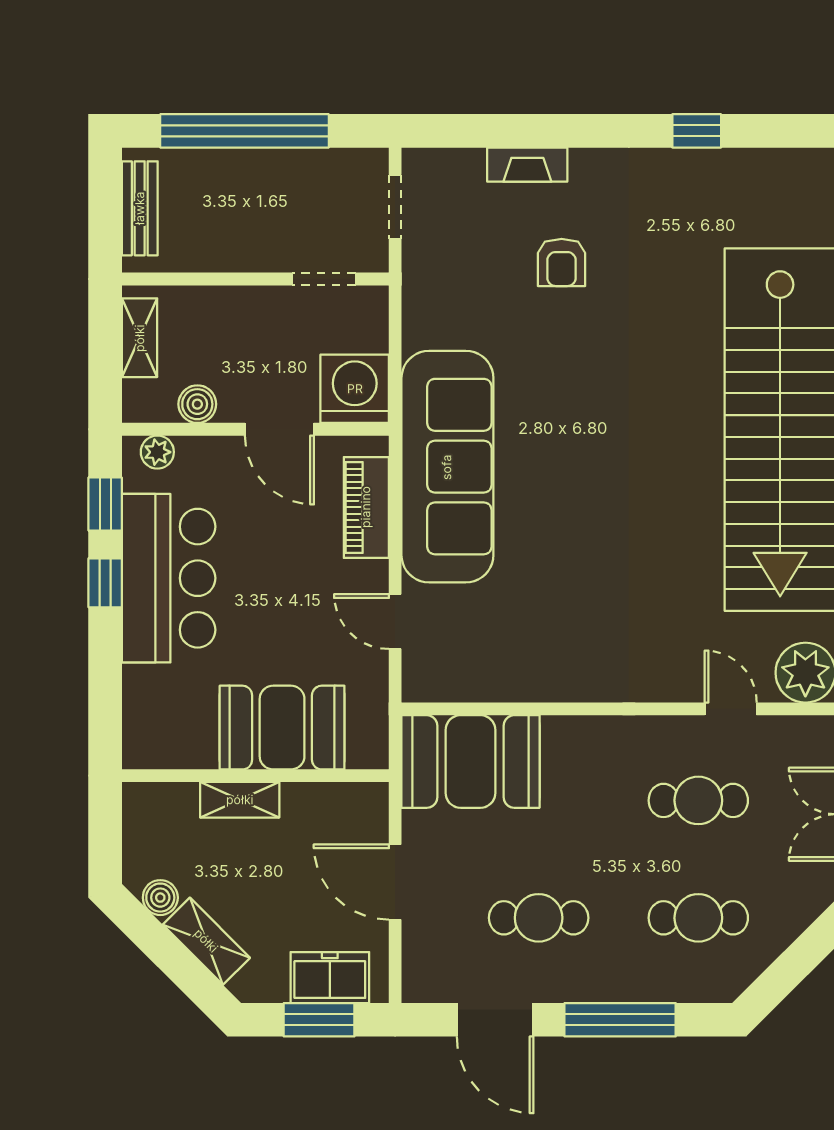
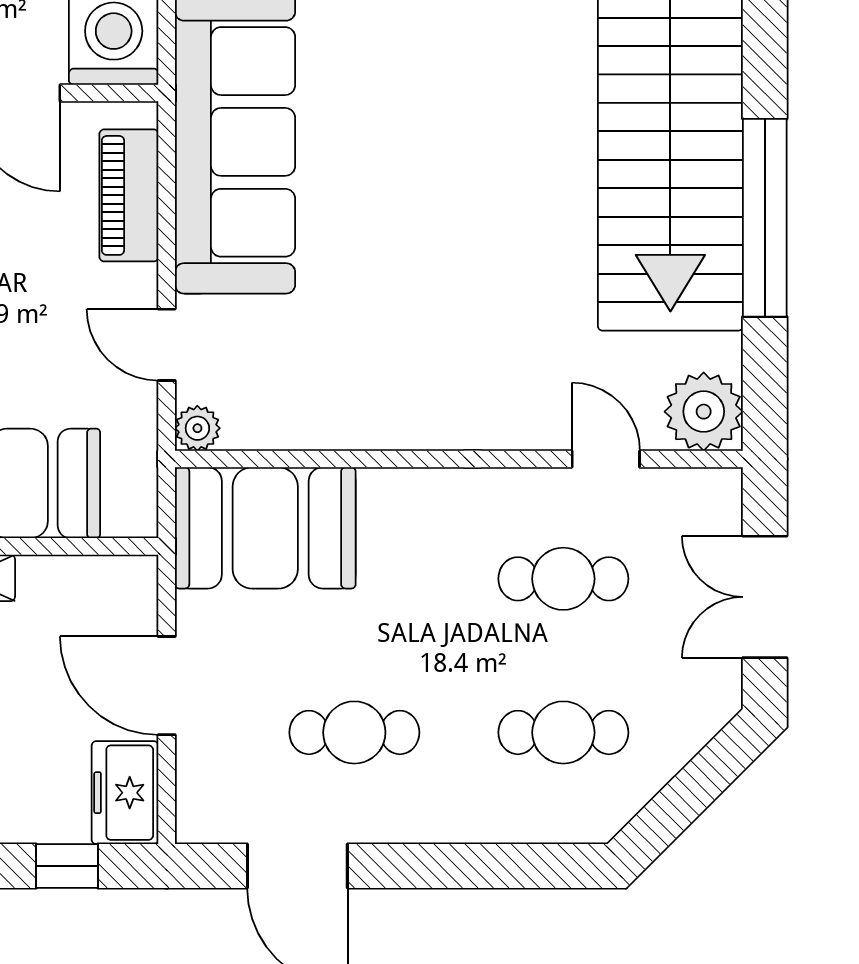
plant: (419, 685) -> (197, 428), added
freezer: (330, 978) -> (125, 793), moved, turned -90
window: (319, 1020) -> (67, 866), width x0.67
window: (620, 1020) -> (461, 866), removed

